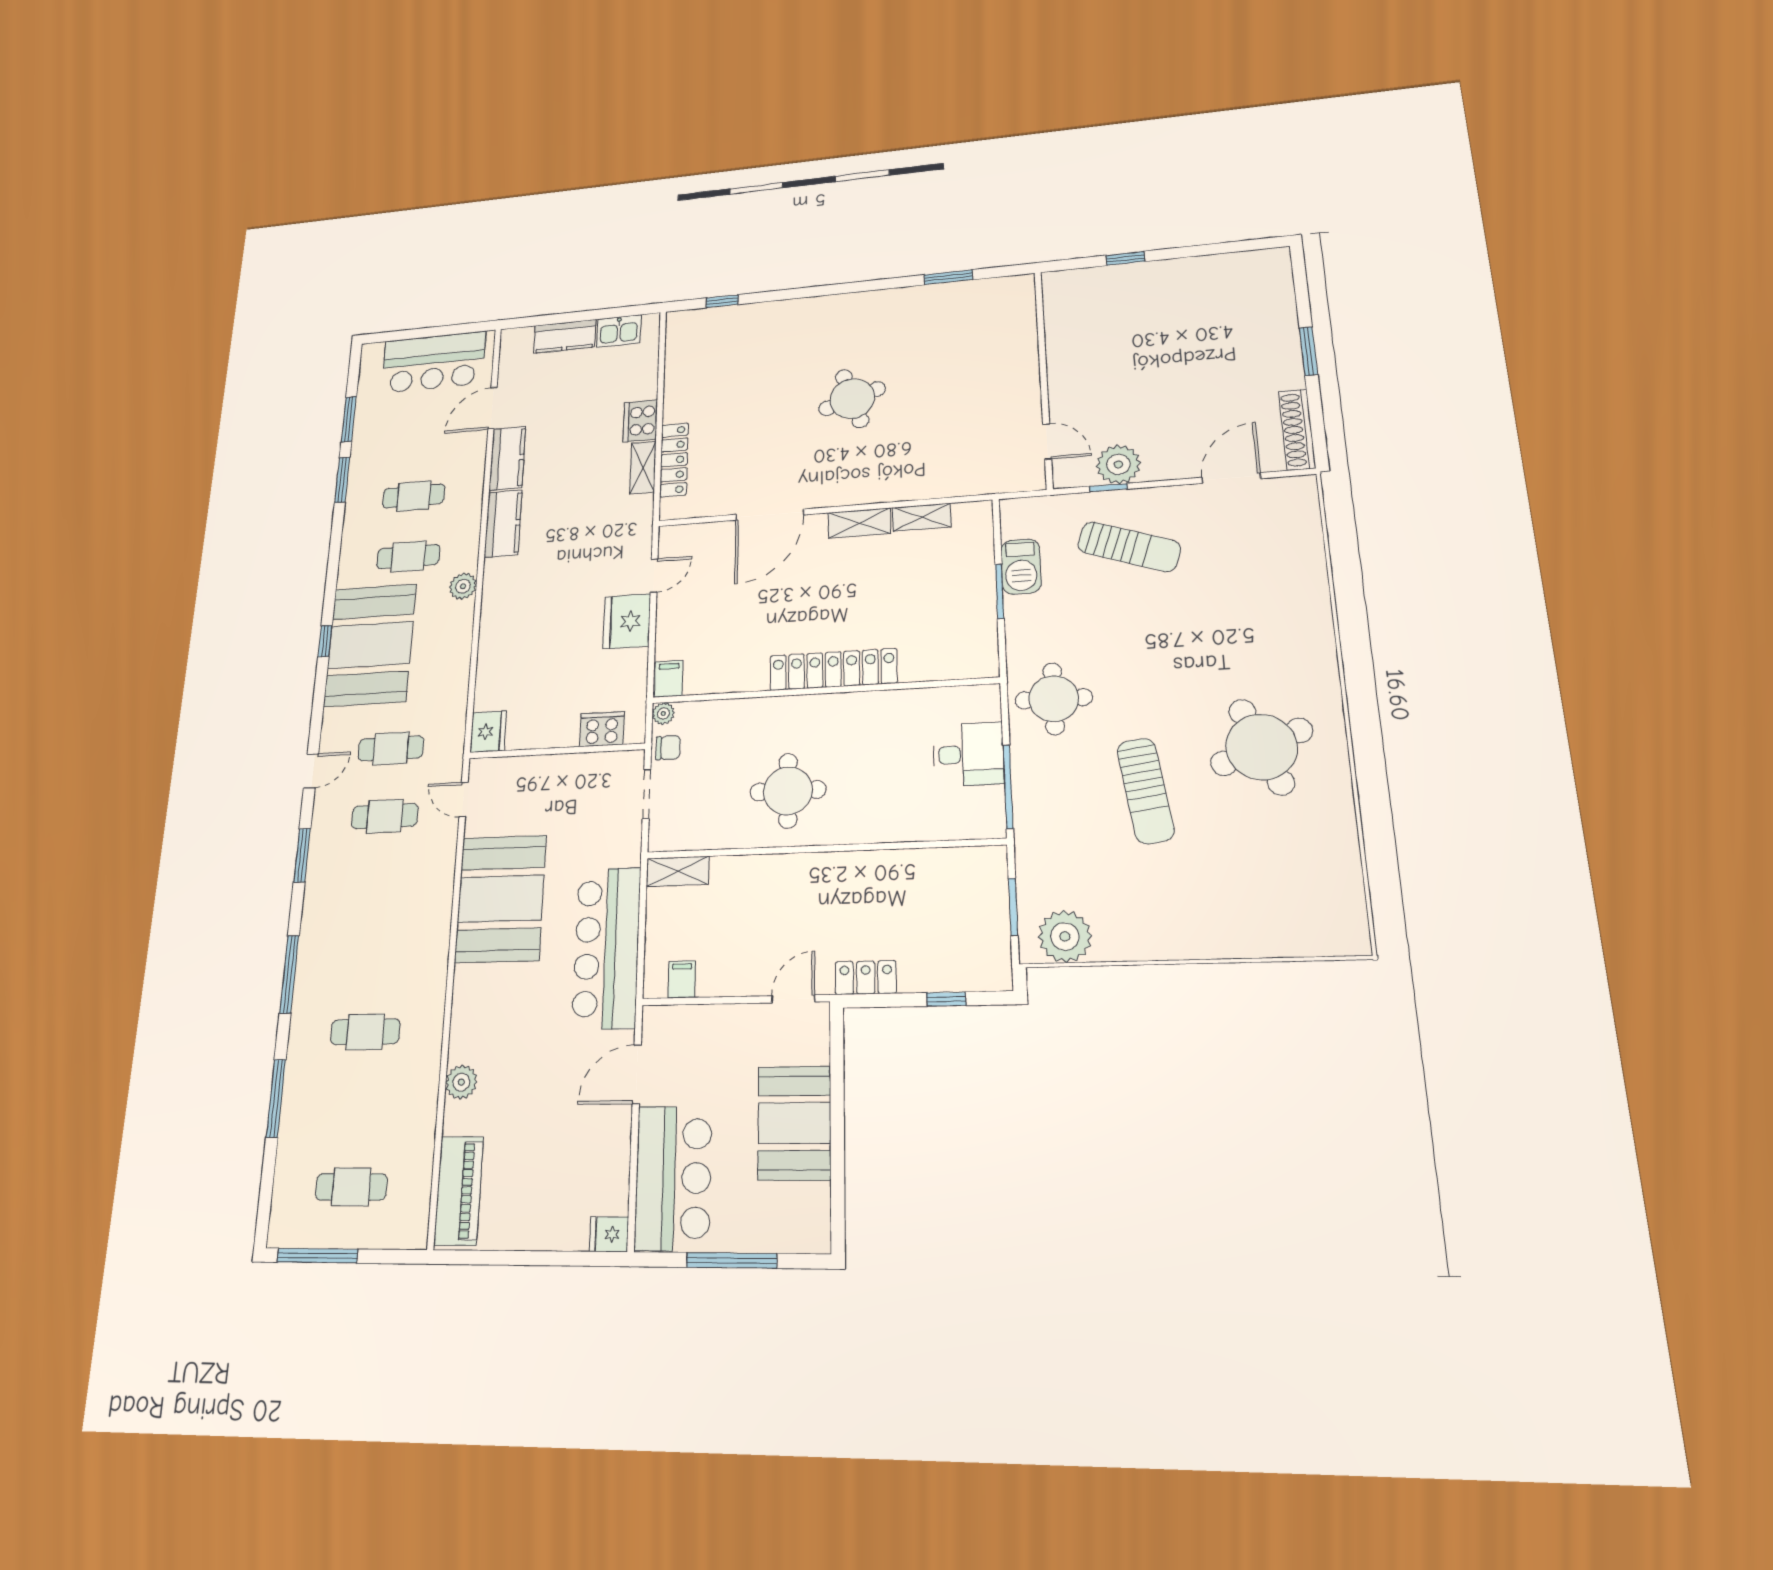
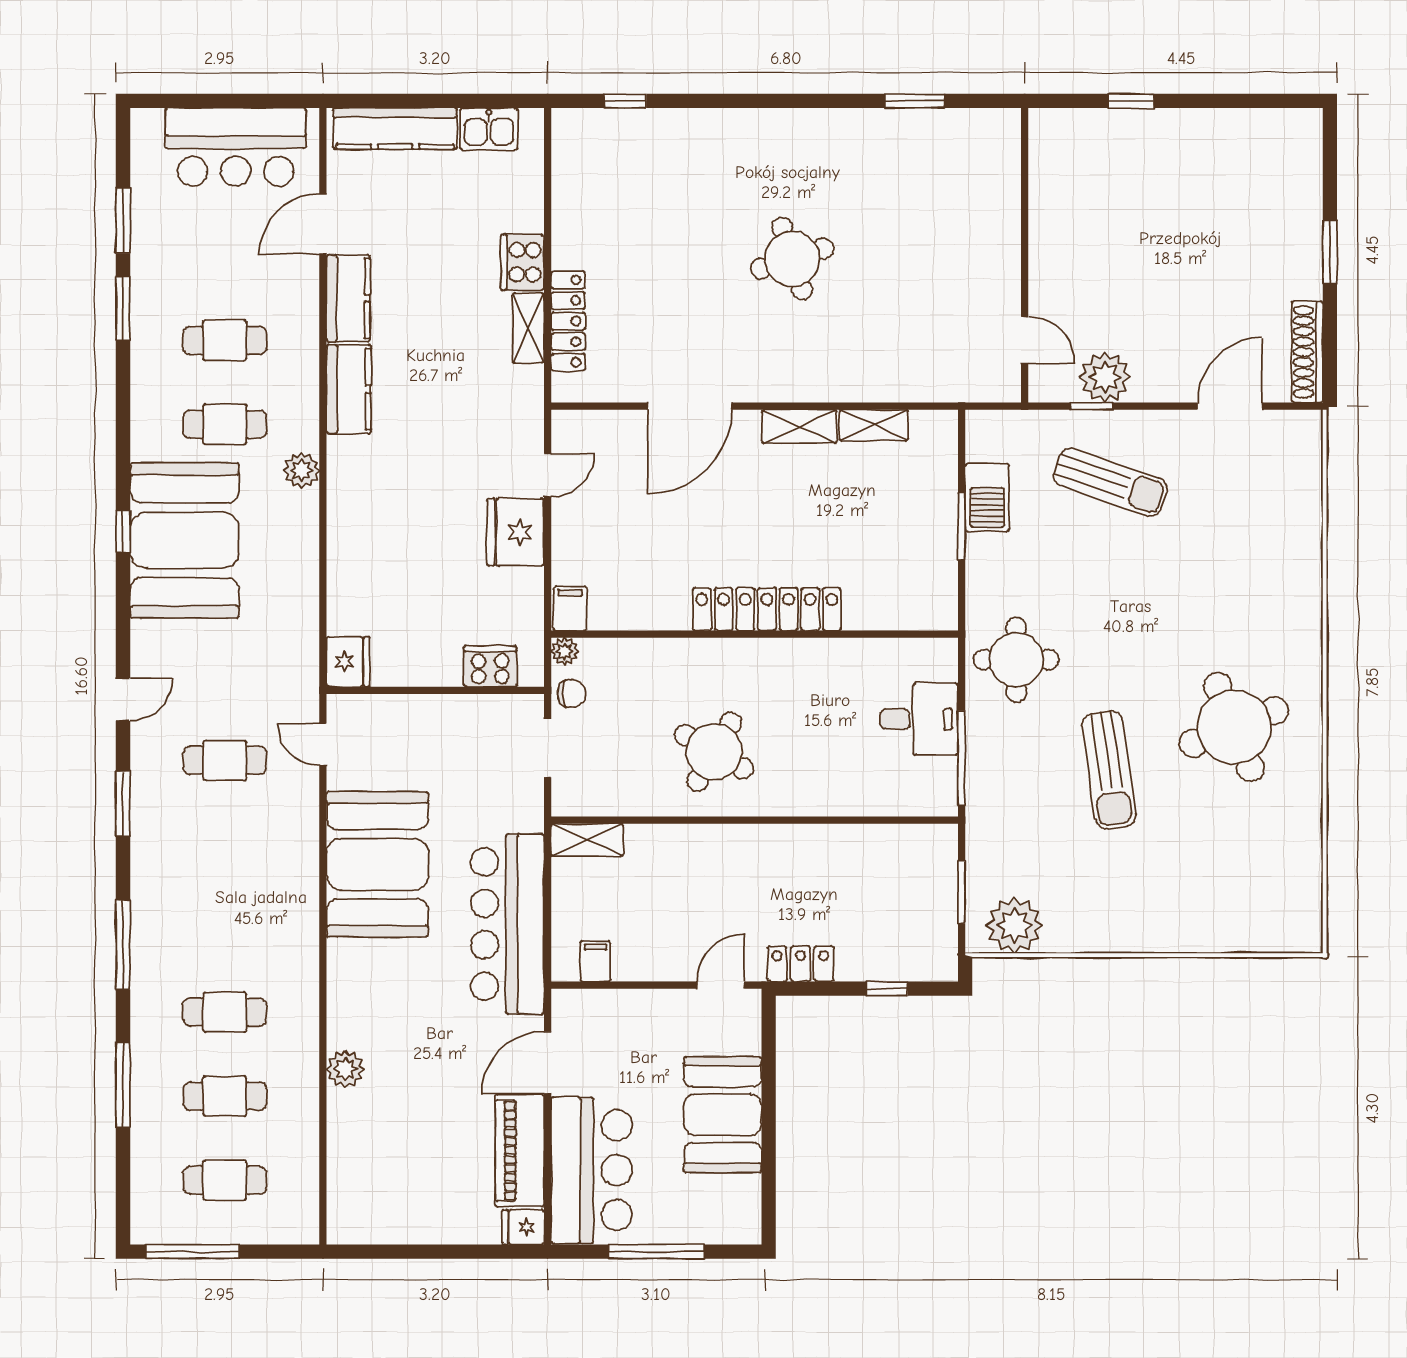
kitchen counter: (565, 336) -> (395, 129), width x1.50
cafe table: (391, 748) -> (225, 1096), moved
round table: (788, 791) -> (714, 752), turned 30
piano: (459, 1191) -> (520, 1151), moved, turned 180

